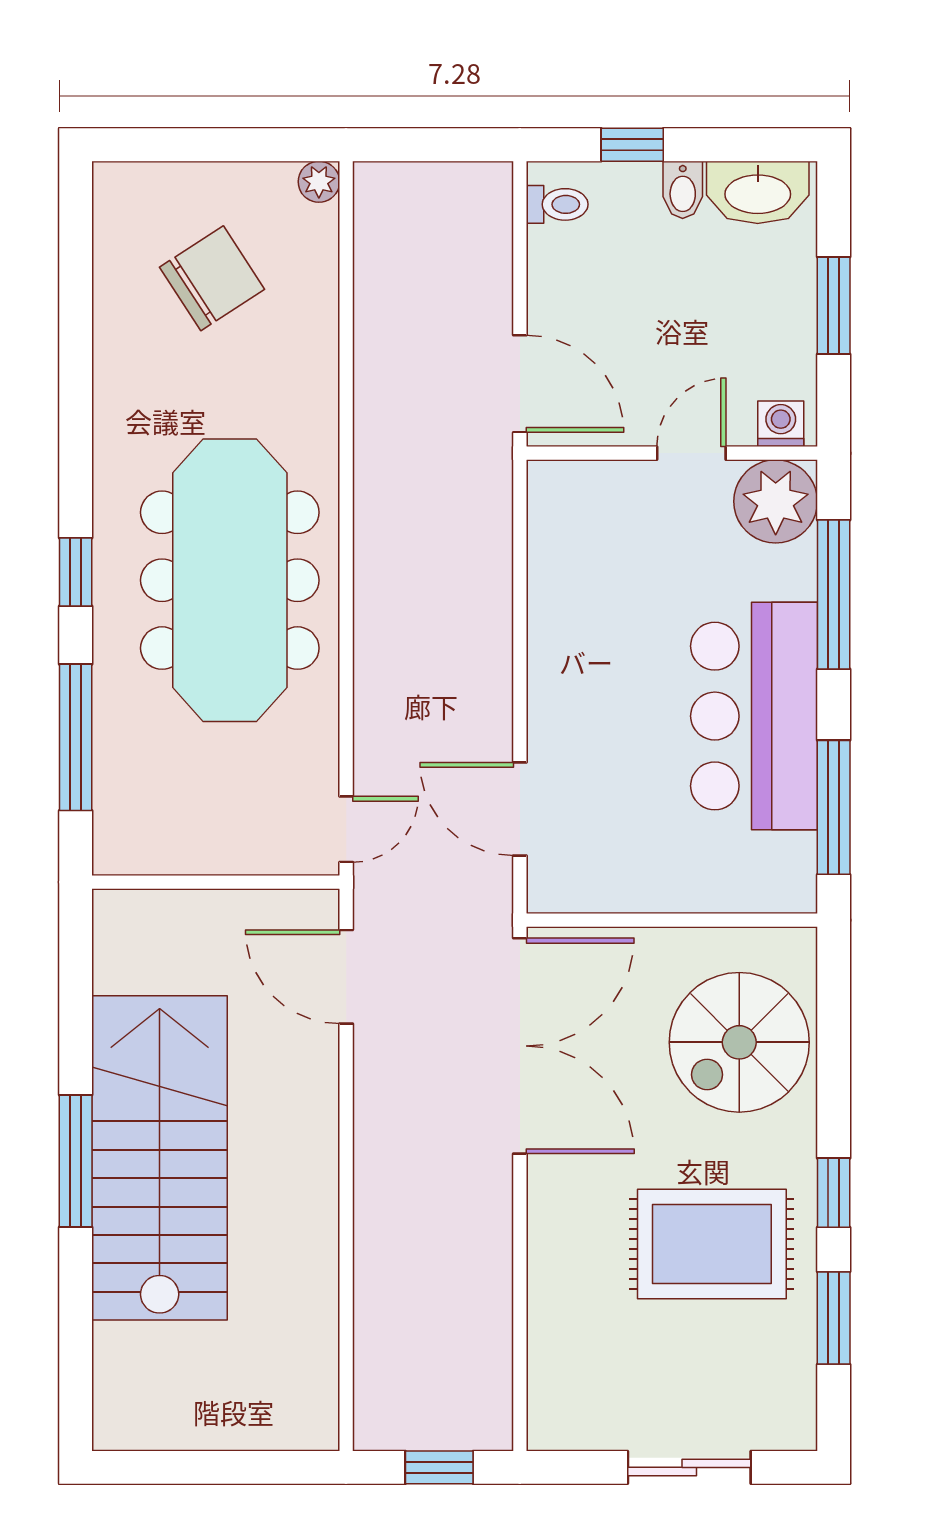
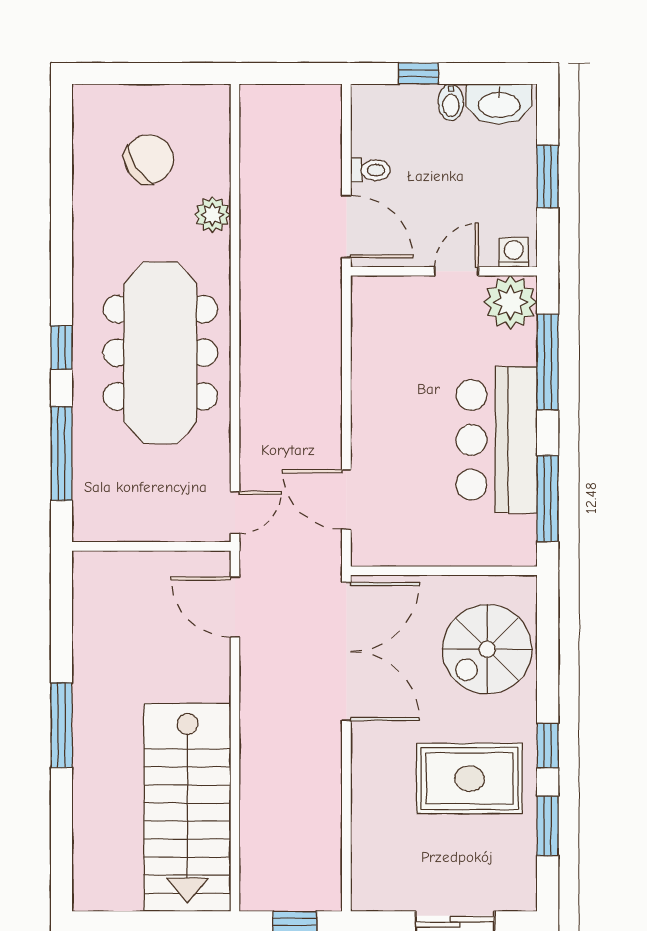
plant: (319, 182) -> (213, 215), moved, width x1.38, depth x1.38
toilet: (557, 204) -> (370, 170), moved
stairs: (160, 1158) -> (187, 807), moved, turned 180

